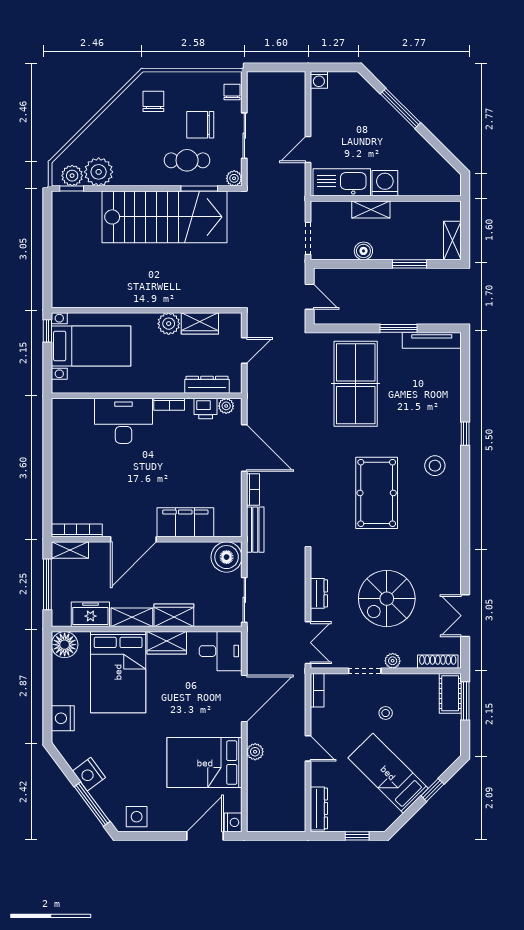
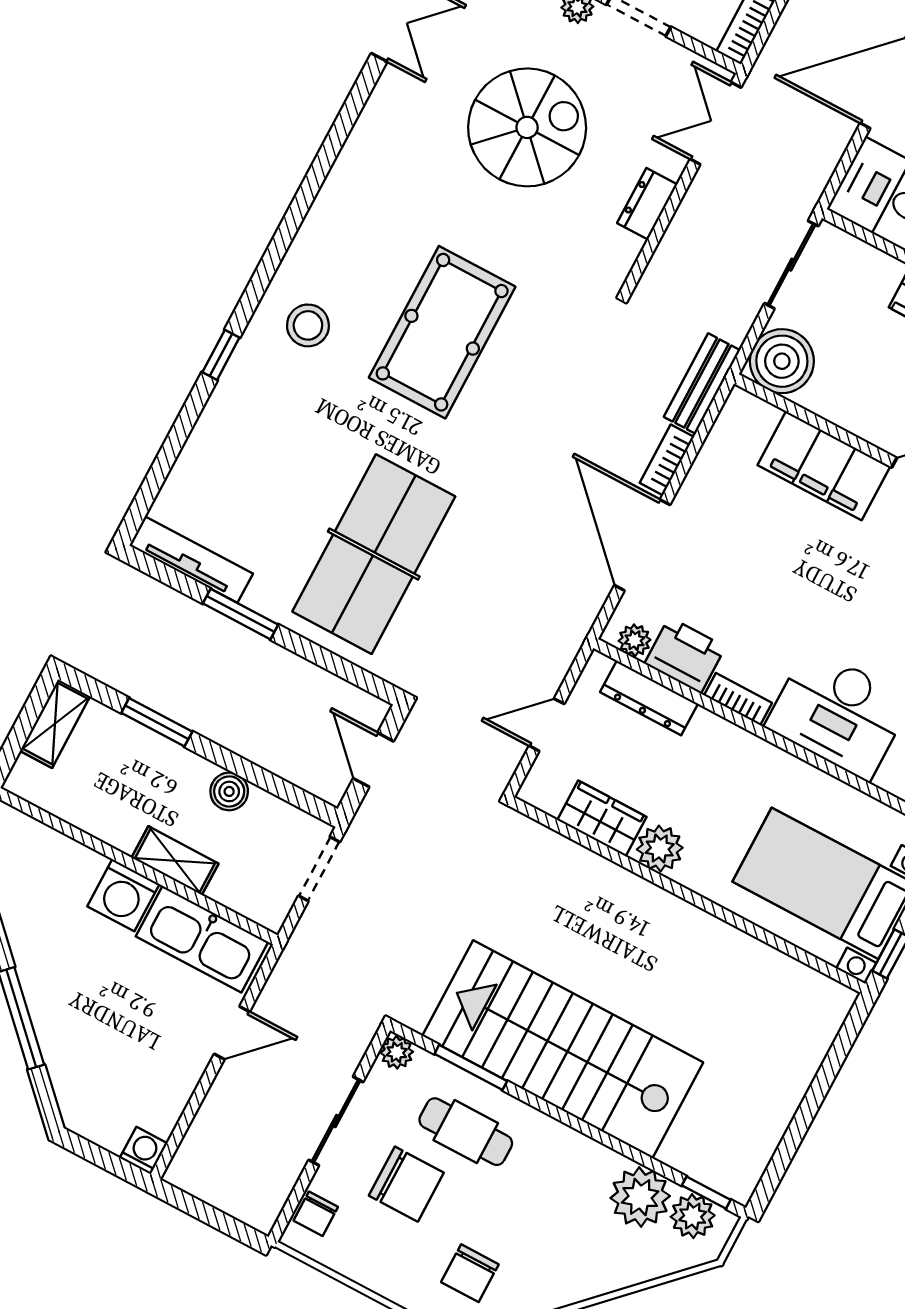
printer: (206, 409) -> (685, 655), width x1.36, depth x1.24

